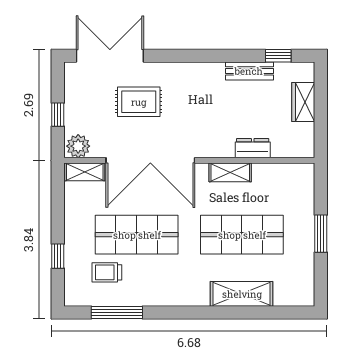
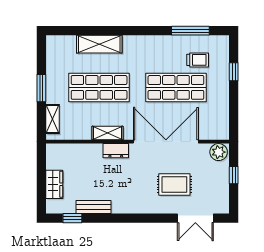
double door: (110, 56) -> (195, 218), width x0.73
dresser: (253, 148) -> (116, 151), moved
shelving: (85, 172) -> (53, 119), moved, turned 90

